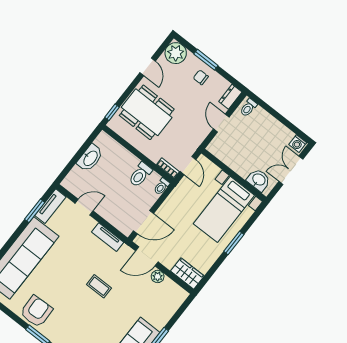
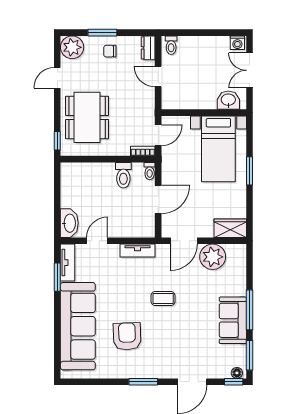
door: (148, 67) -> (57, 78), swing flipped
dining table: (147, 112) -> (87, 117), turned 90
washbasin: (90, 158) -> (69, 223), moved
door: (188, 165) -> (158, 135), hinge flipped
door: (144, 222) -> (158, 199), moved
plant: (158, 276) -> (213, 257), width x1.88, depth x1.88
armchair: (36, 311) -> (127, 336), moved

